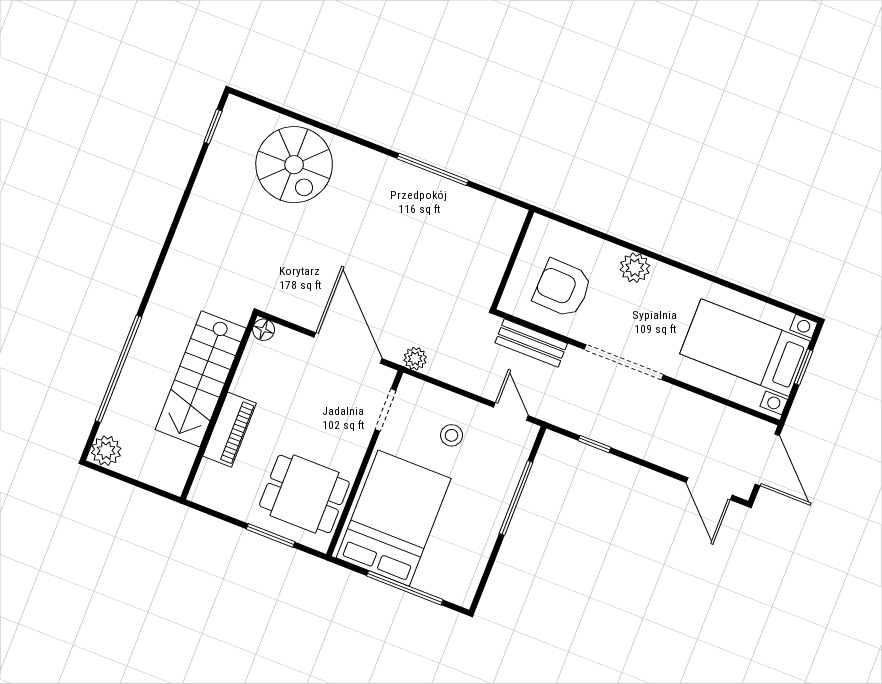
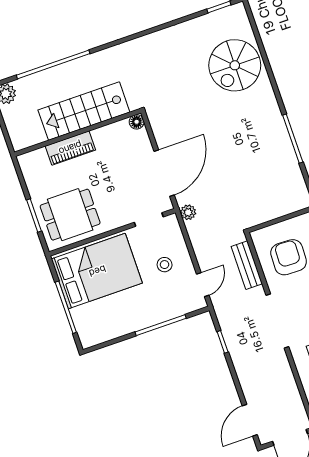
dining table: (304, 494) -> (70, 215), turned 90

